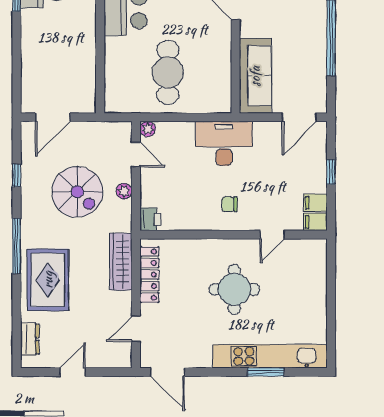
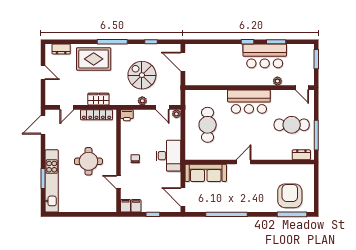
cafe table: (168, 72) -> (208, 125), turned 90
door: (136, 155) -> (162, 107), hinge flipped
spiral stairs: (77, 192) -> (142, 75), turned 90
wardrobe: (121, 262) -> (98, 99), width x0.67
door: (136, 329) -> (67, 107), swing flipped

